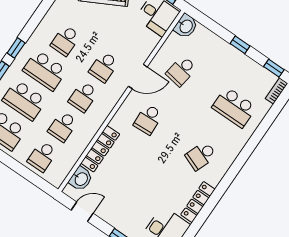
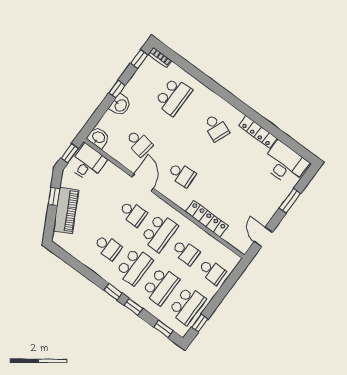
school desk: (83, 97) -> (159, 233), width x1.85
washbasin: (81, 179) -> (120, 105), moved, turned 90

